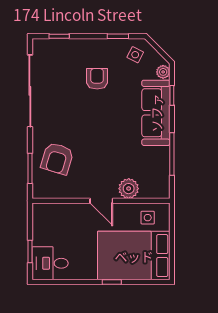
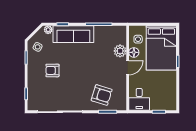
floor lamp: (126, 211) -> (134, 52), added
desk: (50, 263) -> (139, 99), moved

